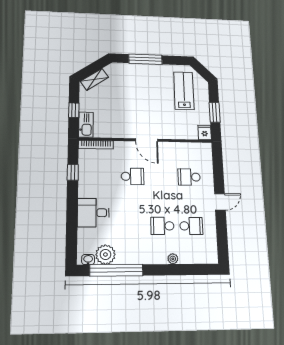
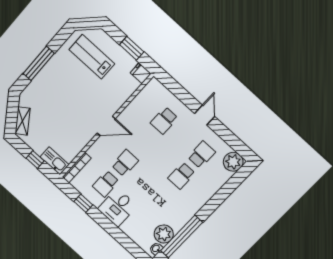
school desk: (104, 176) -> (106, 184), added
desk: (93, 213) -> (117, 207), moved
plant: (173, 259) -> (233, 162), moved, width x1.88, depth x1.88

